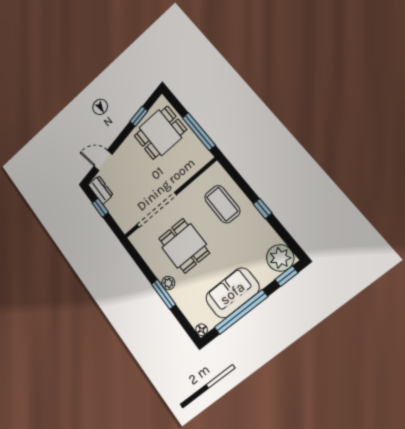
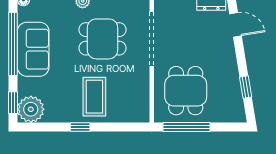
dining table: (160, 133) -> (186, 91), moved
door: (103, 160) -> (236, 25), hinge flipped
coffee table: (222, 204) -> (94, 97), moved, turned 90

